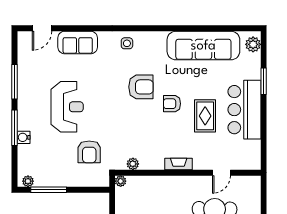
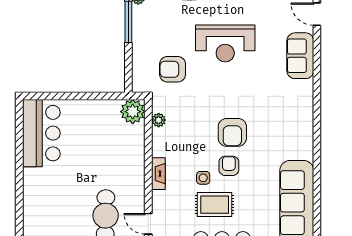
side table: (127, 43) -> (203, 178), moved
armchair: (141, 87) -> (232, 132), moved
plant: (121, 181) -> (133, 112), width x1.87, depth x1.87

